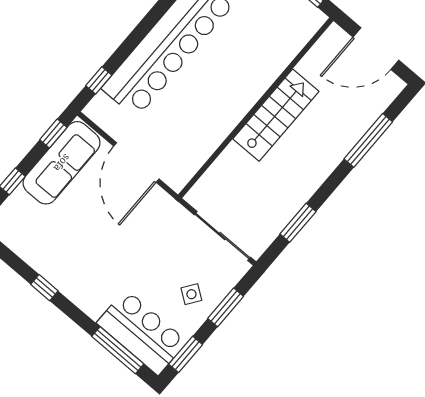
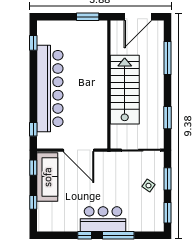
stairs: (276, 115) -> (125, 90), width x1.36, depth x1.51
bar counter: (142, 332) -> (103, 219), moved
window: (118, 350) -> (118, 235), moved

